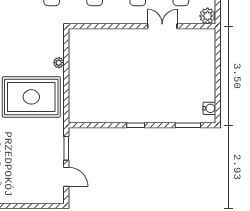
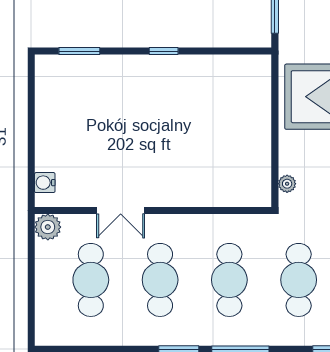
plant: (59, 63) -> (287, 184), moved
water cooler: (209, 108) -> (45, 183), moved

